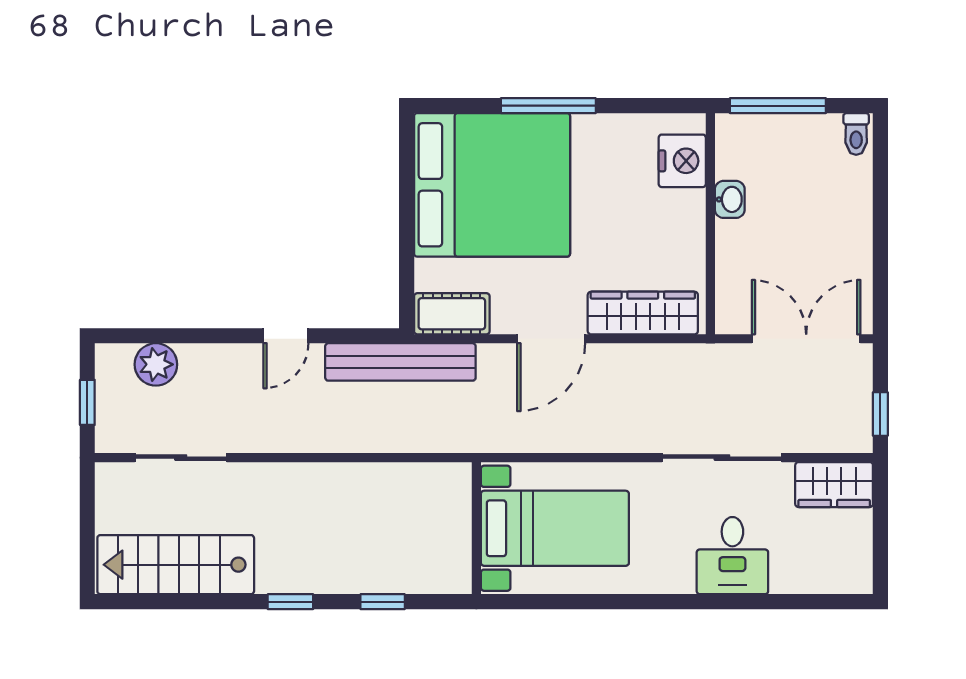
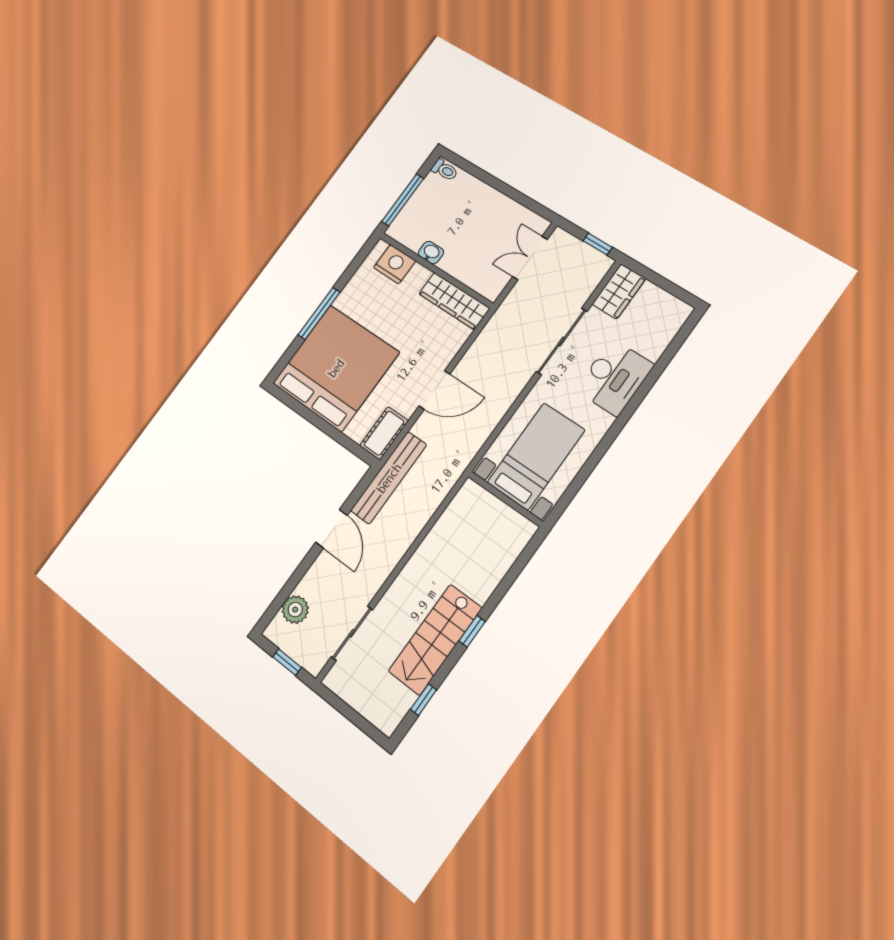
wardrobe: (643, 313) -> (454, 301), moved, turned -90
door: (286, 336) -> (331, 529), width x1.38
door: (551, 339) -> (434, 390), hinge flipped
double door: (806, 339) -> (530, 258), width x0.73
desk: (732, 556) -> (615, 377), width x1.37
stairs: (176, 565) -> (435, 640), moved
window: (383, 602) -> (423, 700), moved

